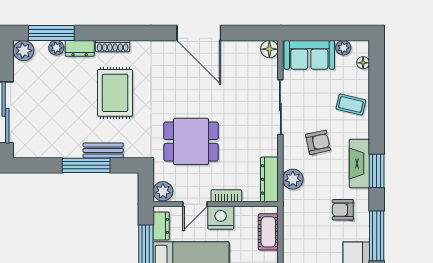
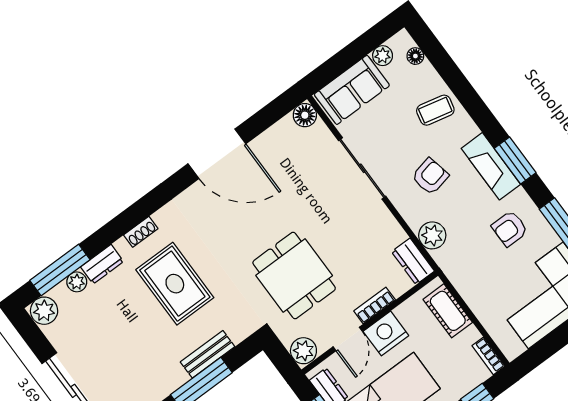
shoe rack: (113, 46) -> (141, 232), width x0.70
dining table: (191, 141) -> (294, 275), turned 90
dresser: (269, 179) -> (413, 261), width x0.70

